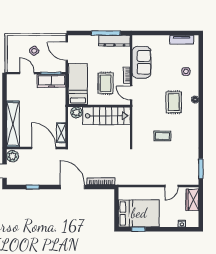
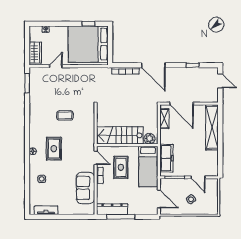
freezer: (51, 81) -> (166, 158), moved, turned 90
plant: (12, 156) -> (212, 96), removed
bed: (139, 213) -> (88, 44), width x1.36

